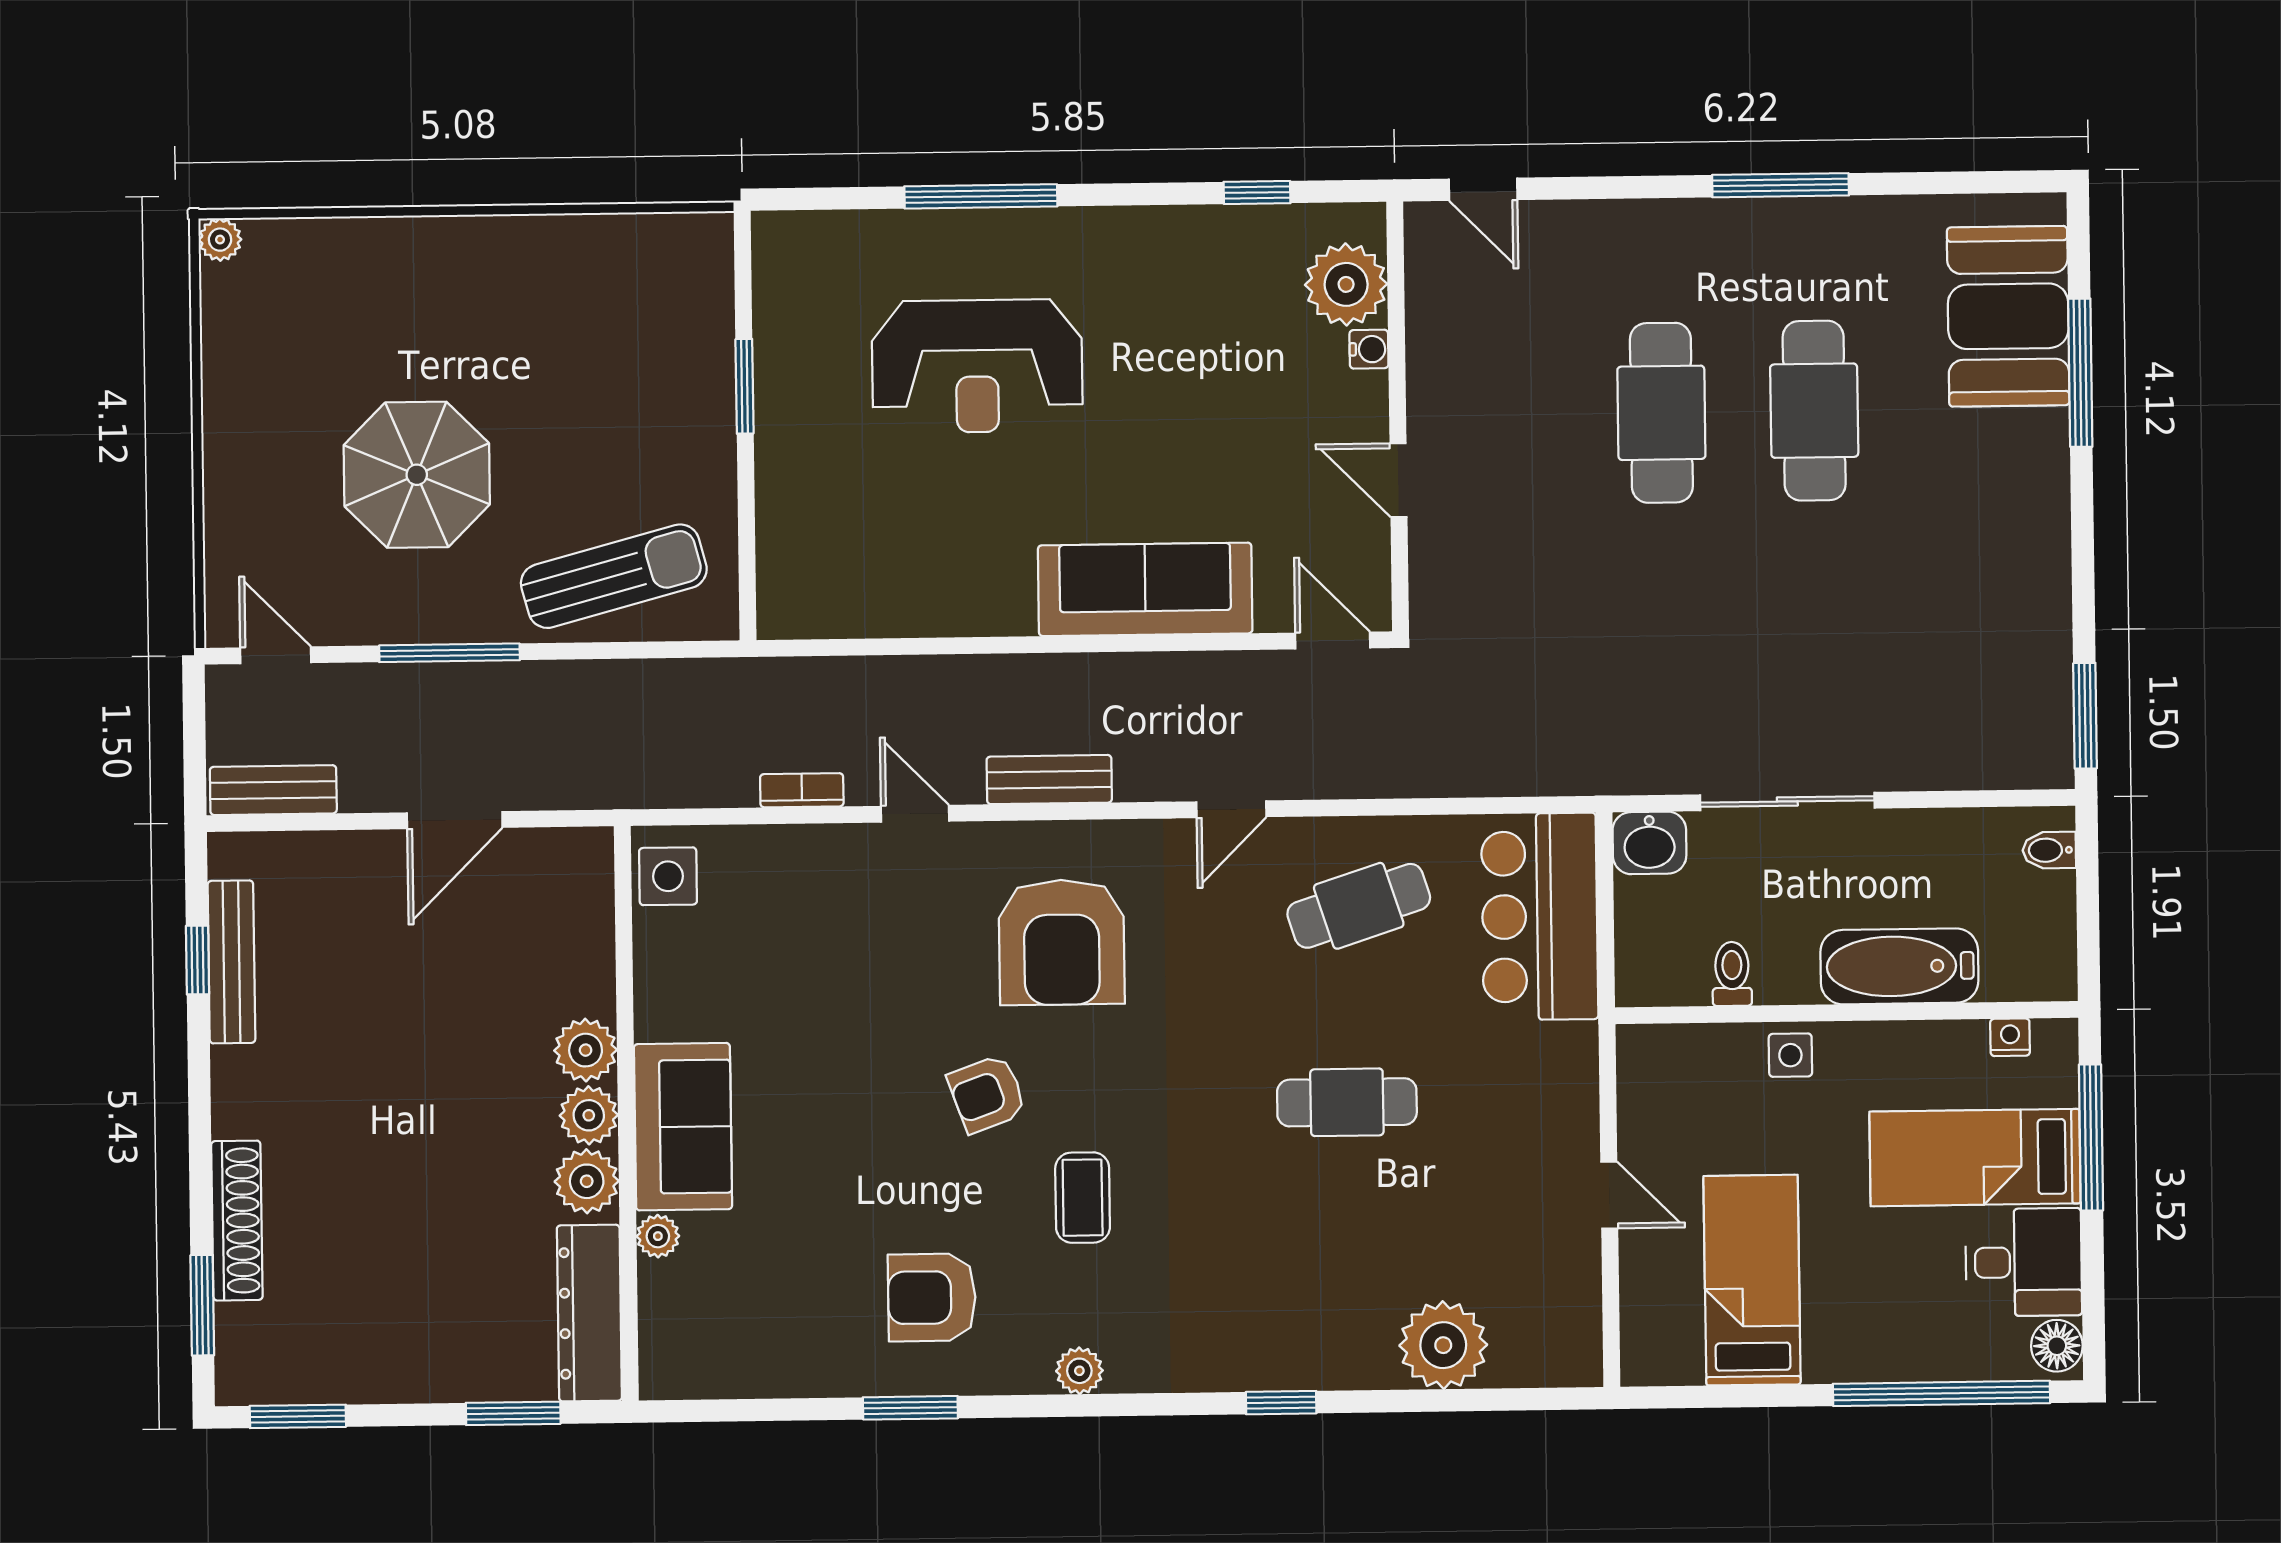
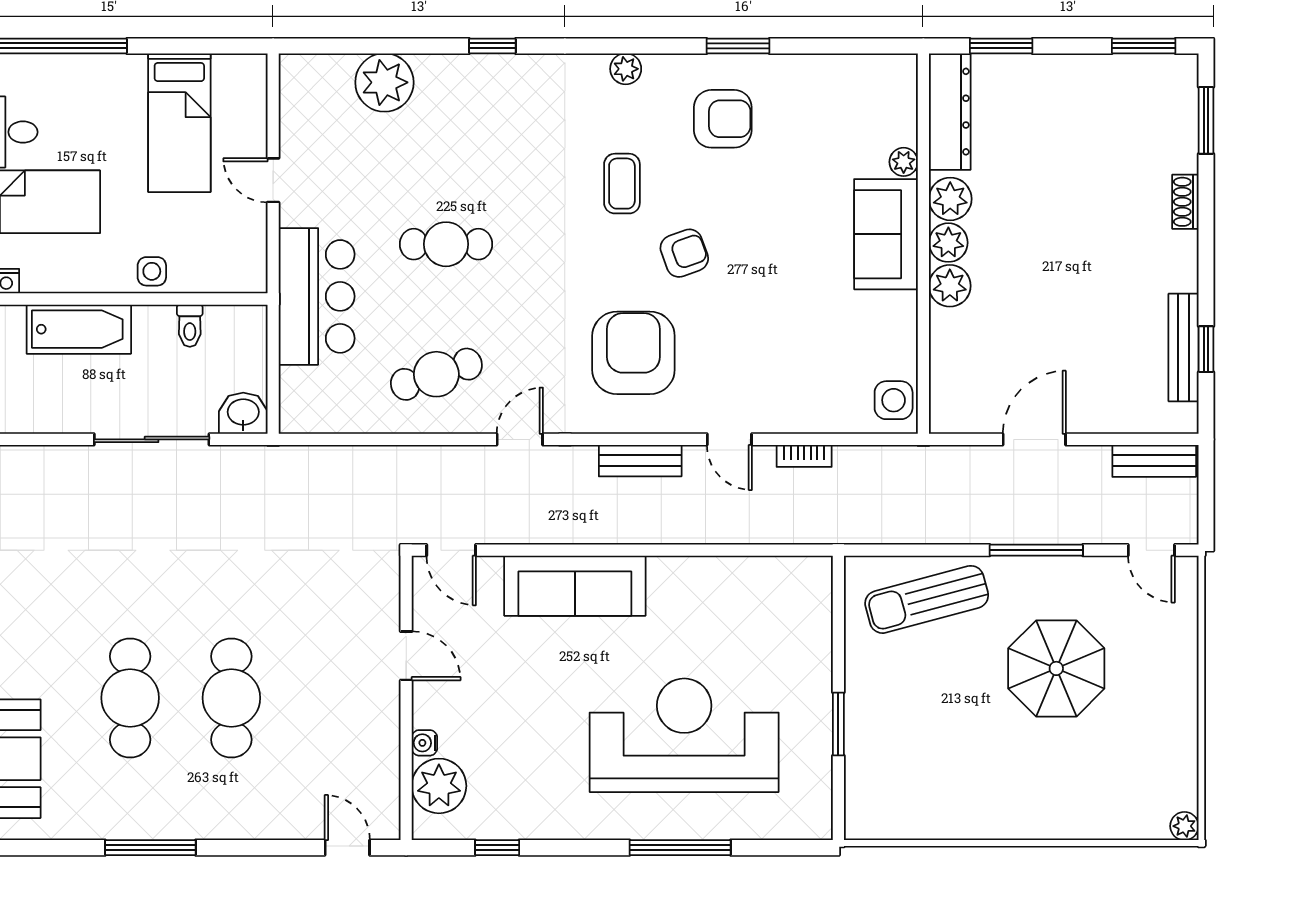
reception desk: (977, 366) -> (684, 735), width x1.36, depth x1.30
bar counter: (1540, 917) -> (317, 296), moved
shoe rack: (237, 1221) -> (1185, 202), width x0.51, depth x0.81

